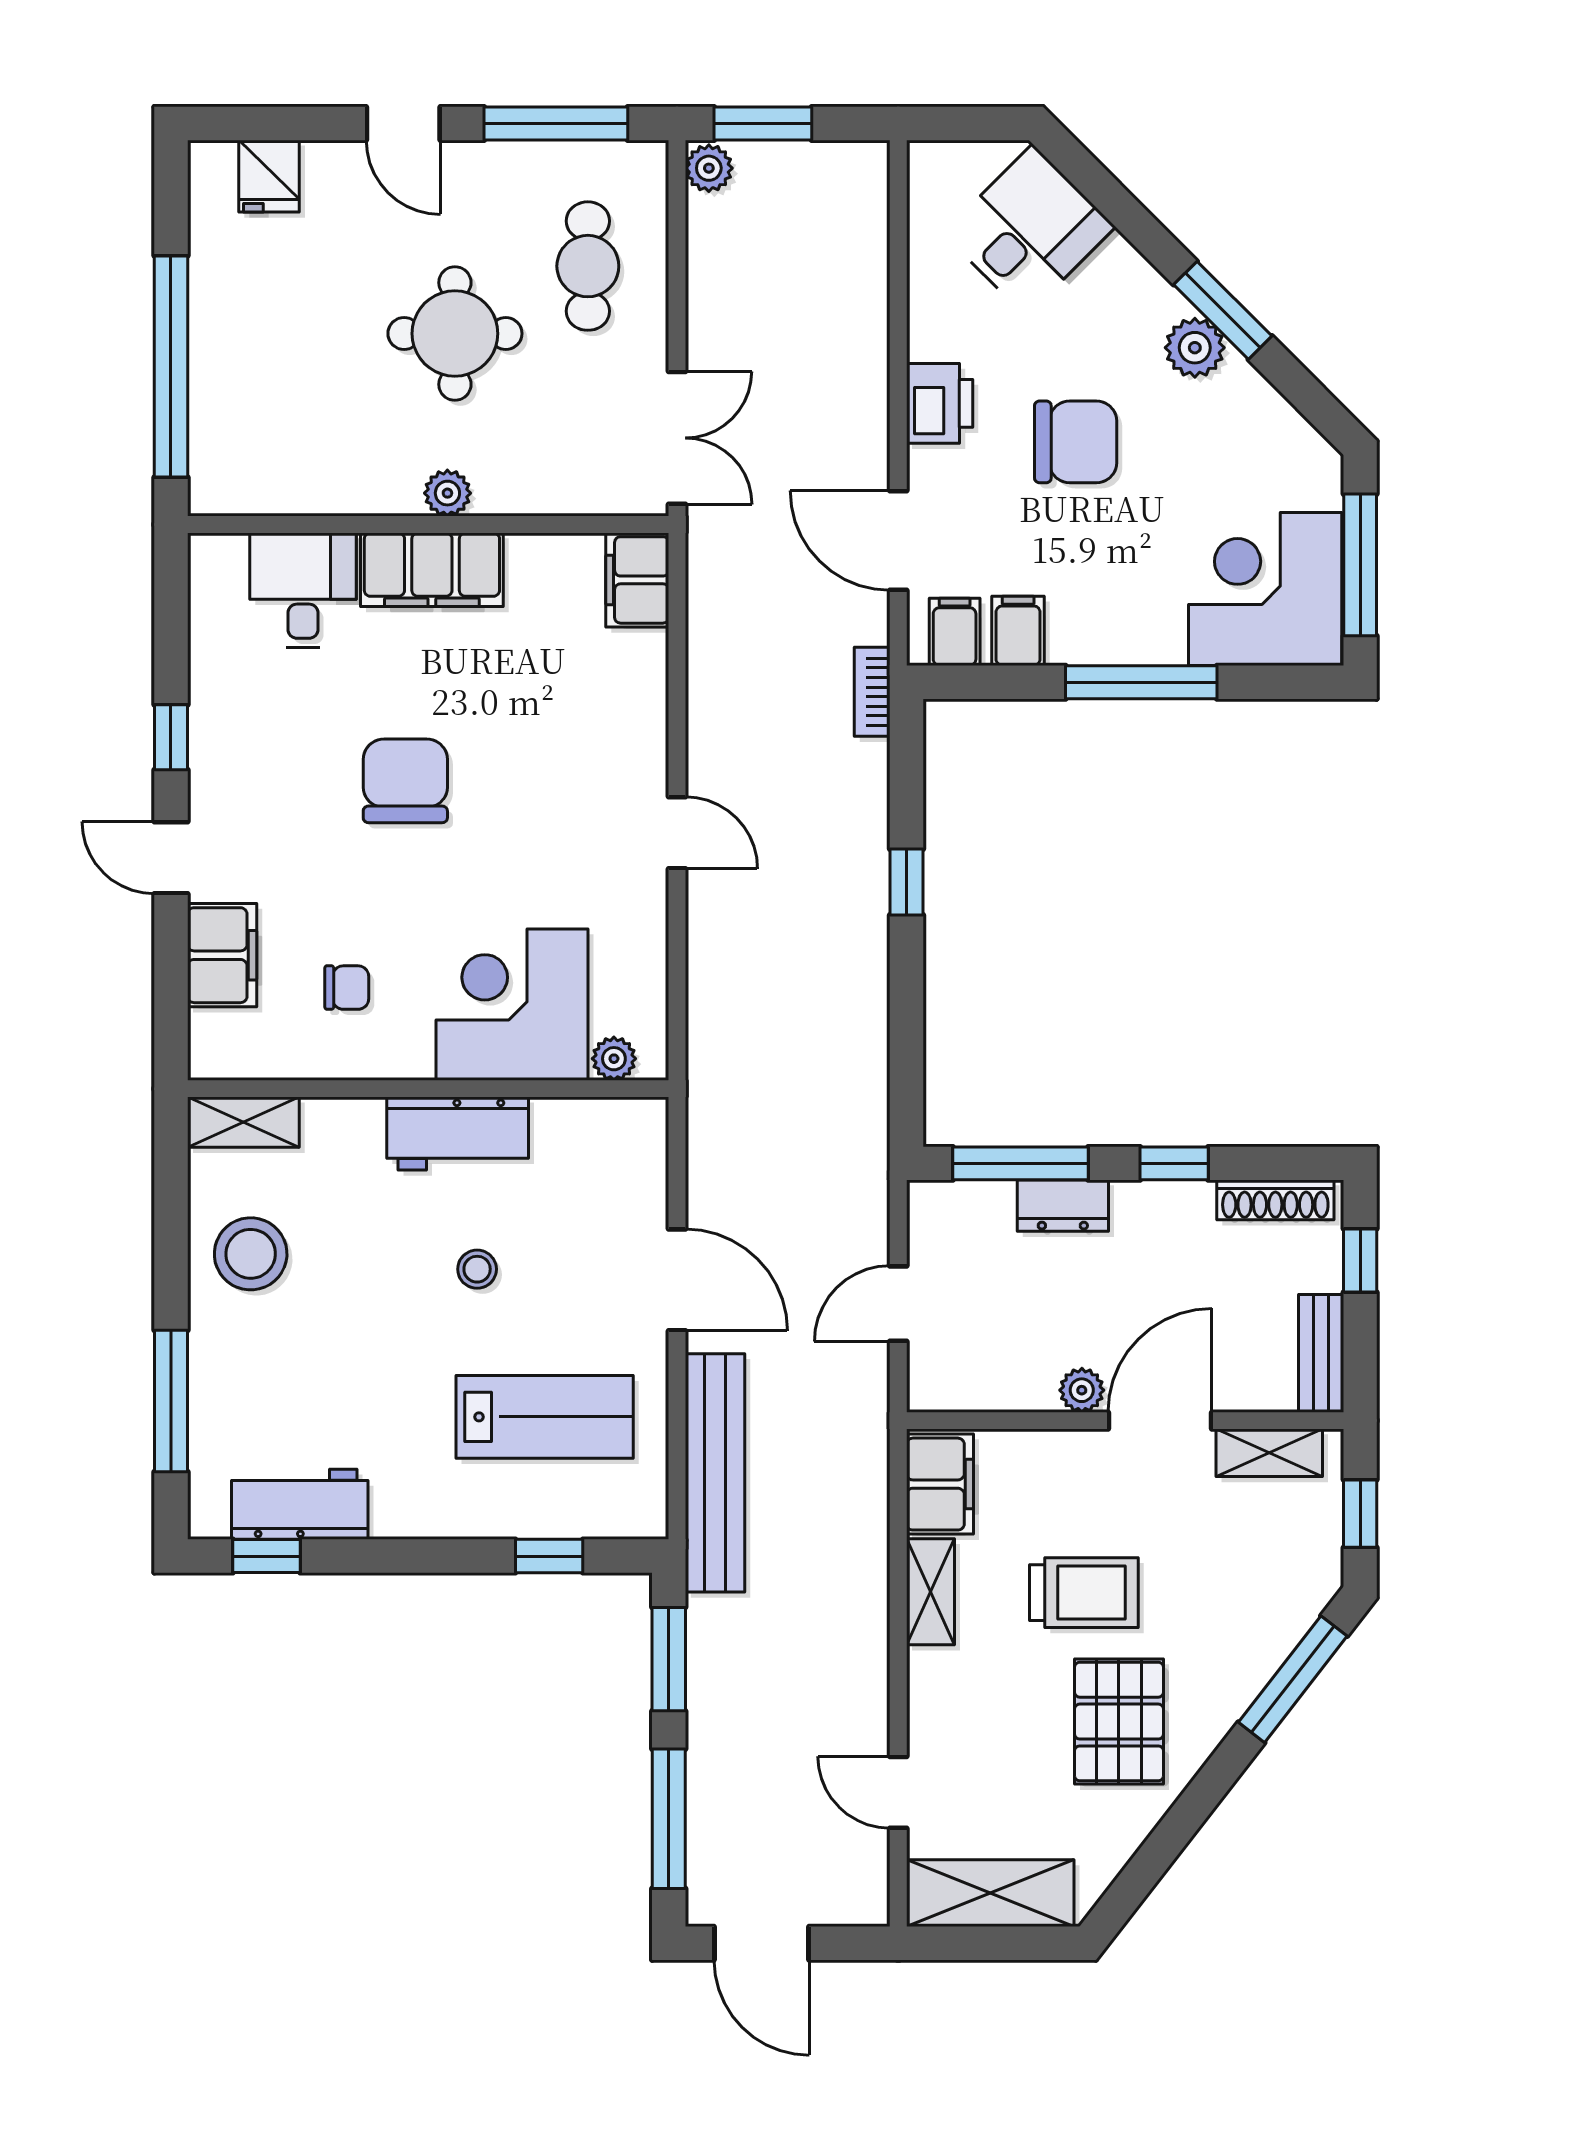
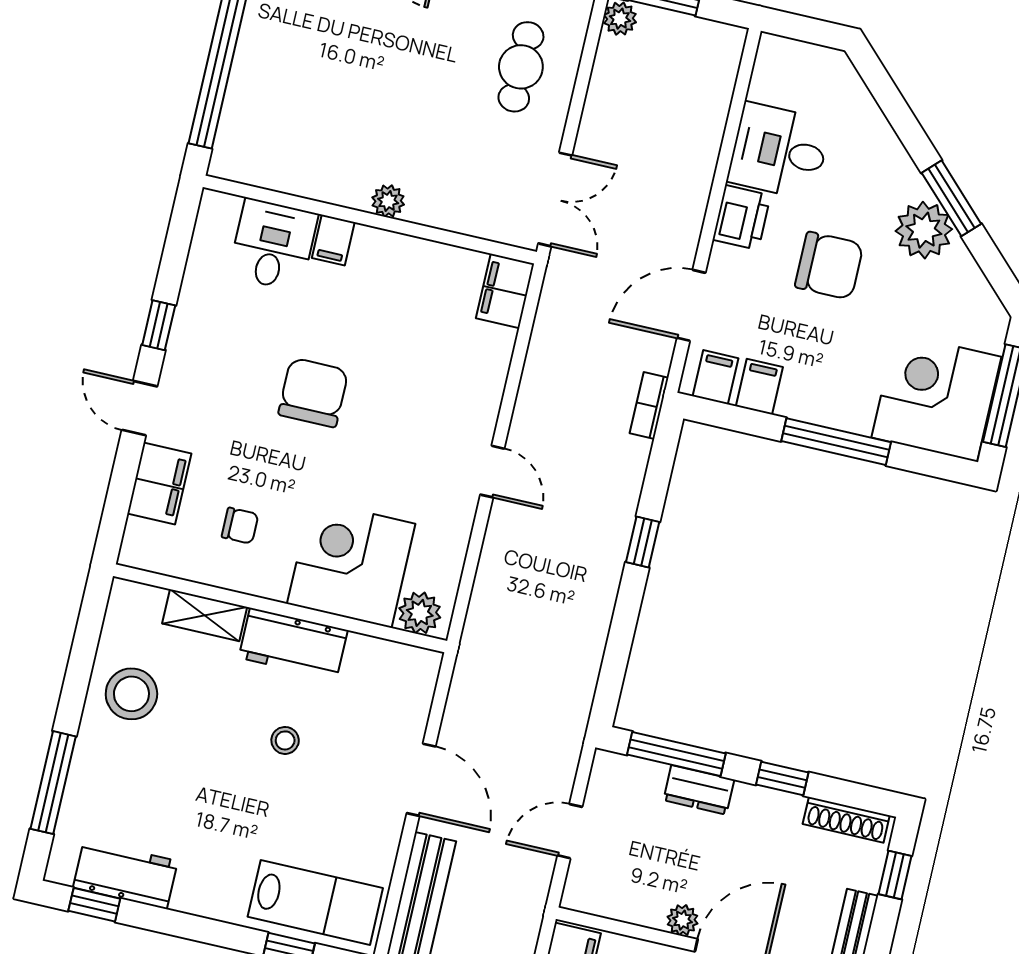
desk: (1029, 230) -> (779, 151), moved, turned -135
round table: (455, 334) -> (419, 92), removed
plant: (1195, 348) -> (924, 230), width x1.36, depth x1.36
door: (898, 541) -> (691, 305), hinge flipped
filing cabinet: (432, 570) -> (333, 240), width x0.33, depth x0.86
plant: (614, 1059) -> (420, 613), width x1.38, depth x1.38
shelving: (243, 1122) -> (205, 615), moved
lab bench: (545, 1417) -> (315, 902), moved

